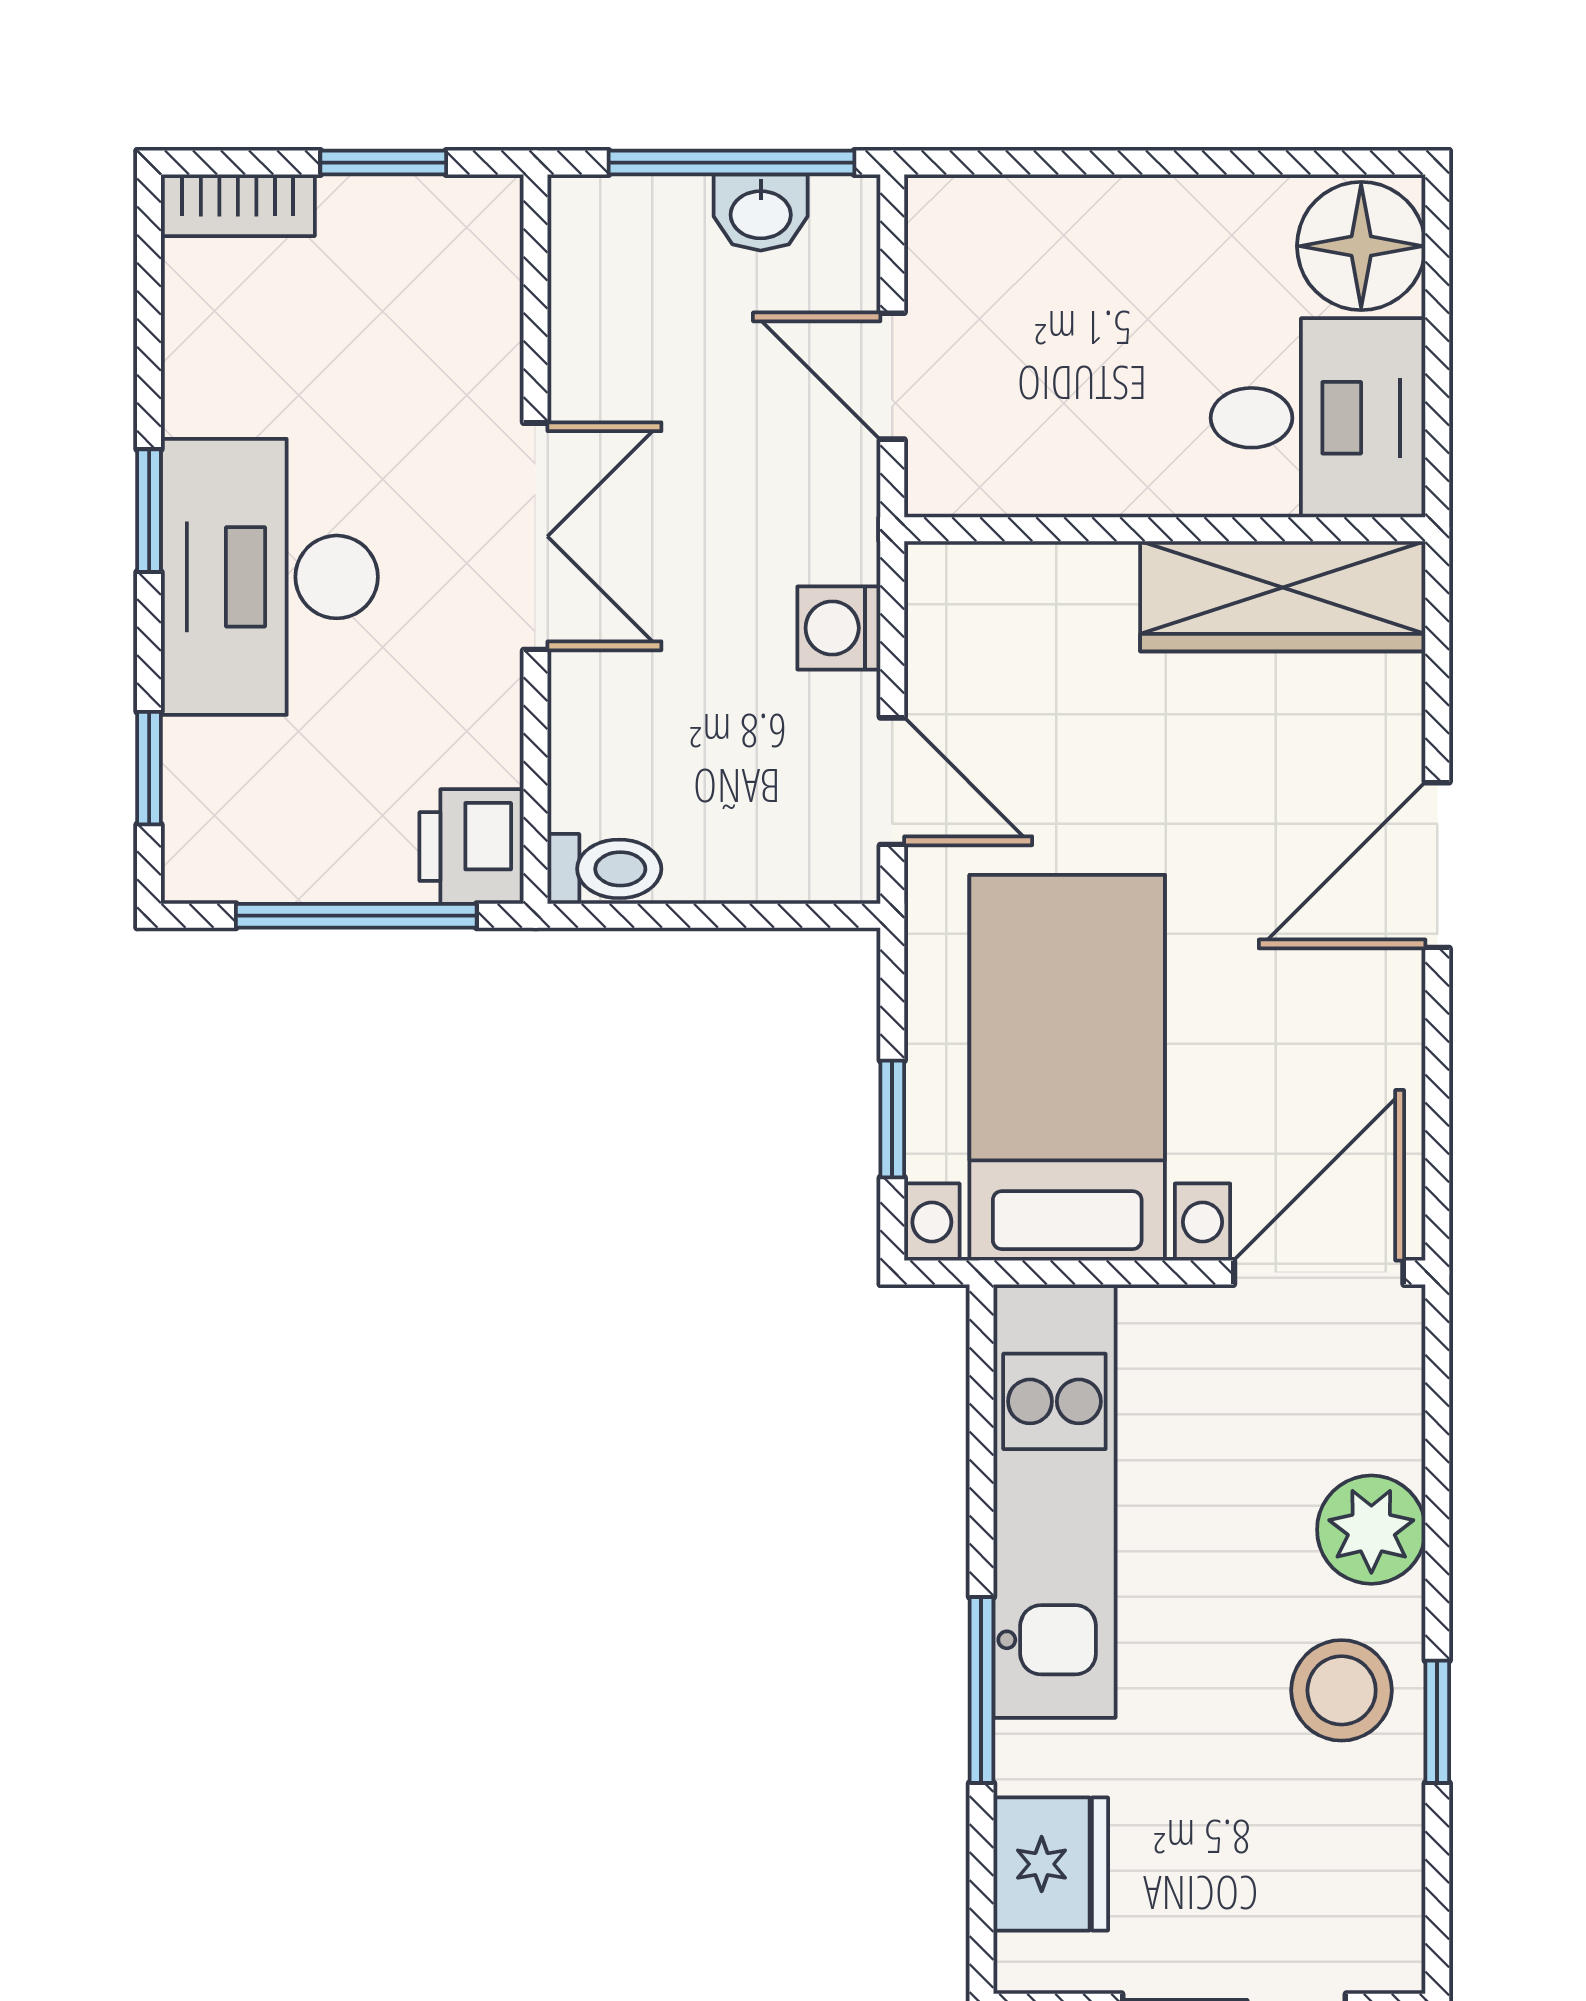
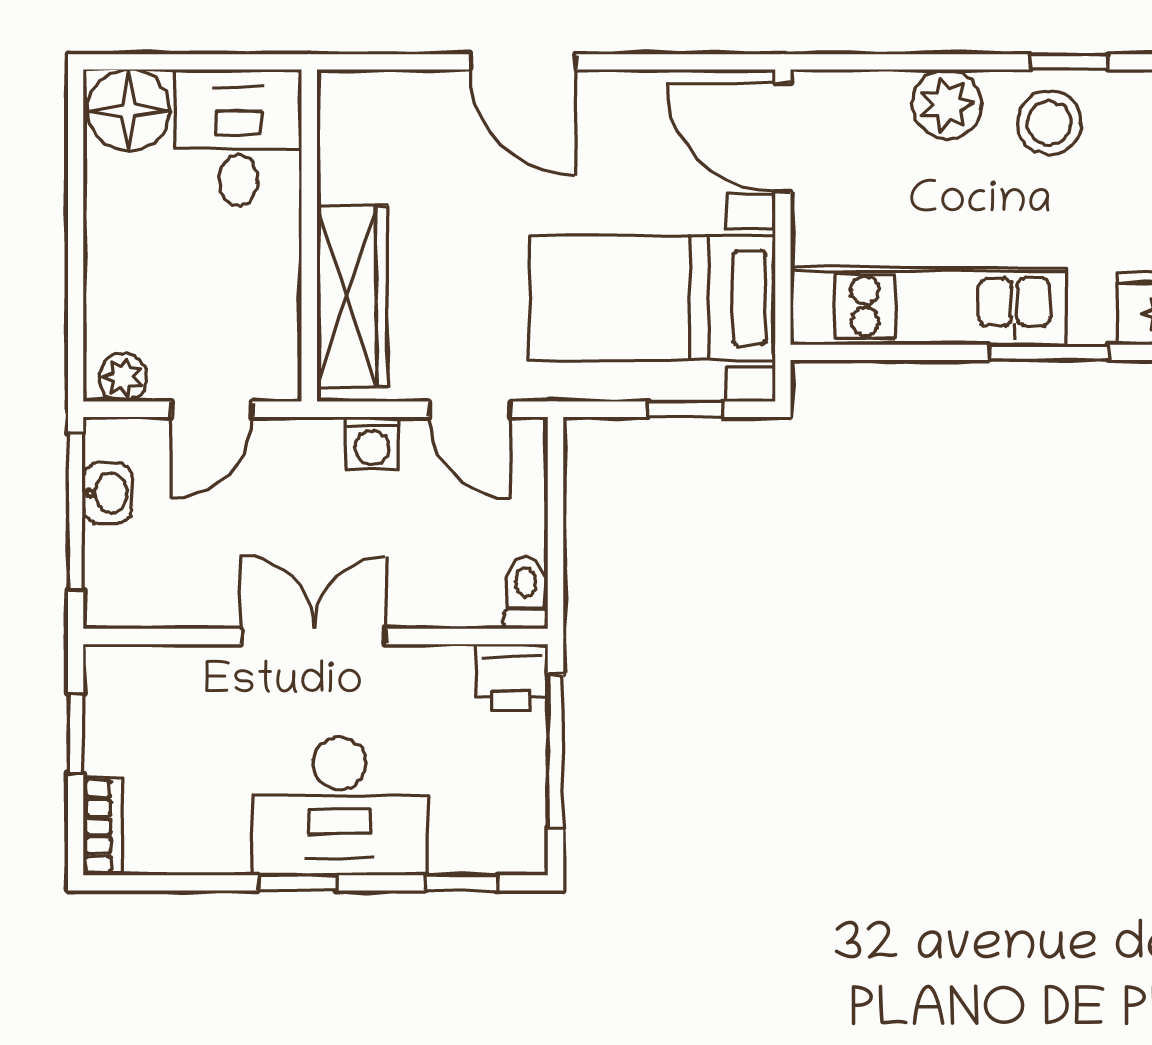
plant: (942, 237) -> (123, 377), added
wardrobe: (1283, 596) -> (352, 297), moved
door: (892, 781) -> (470, 409), swing flipped

